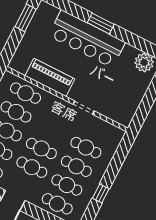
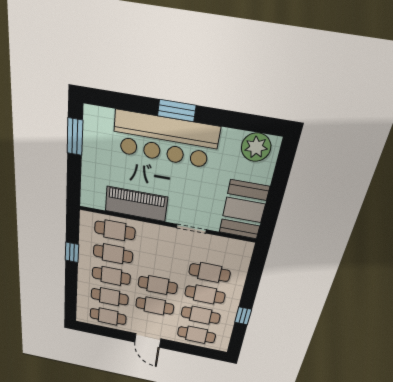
booth: (125, 104) -> (244, 210), added

